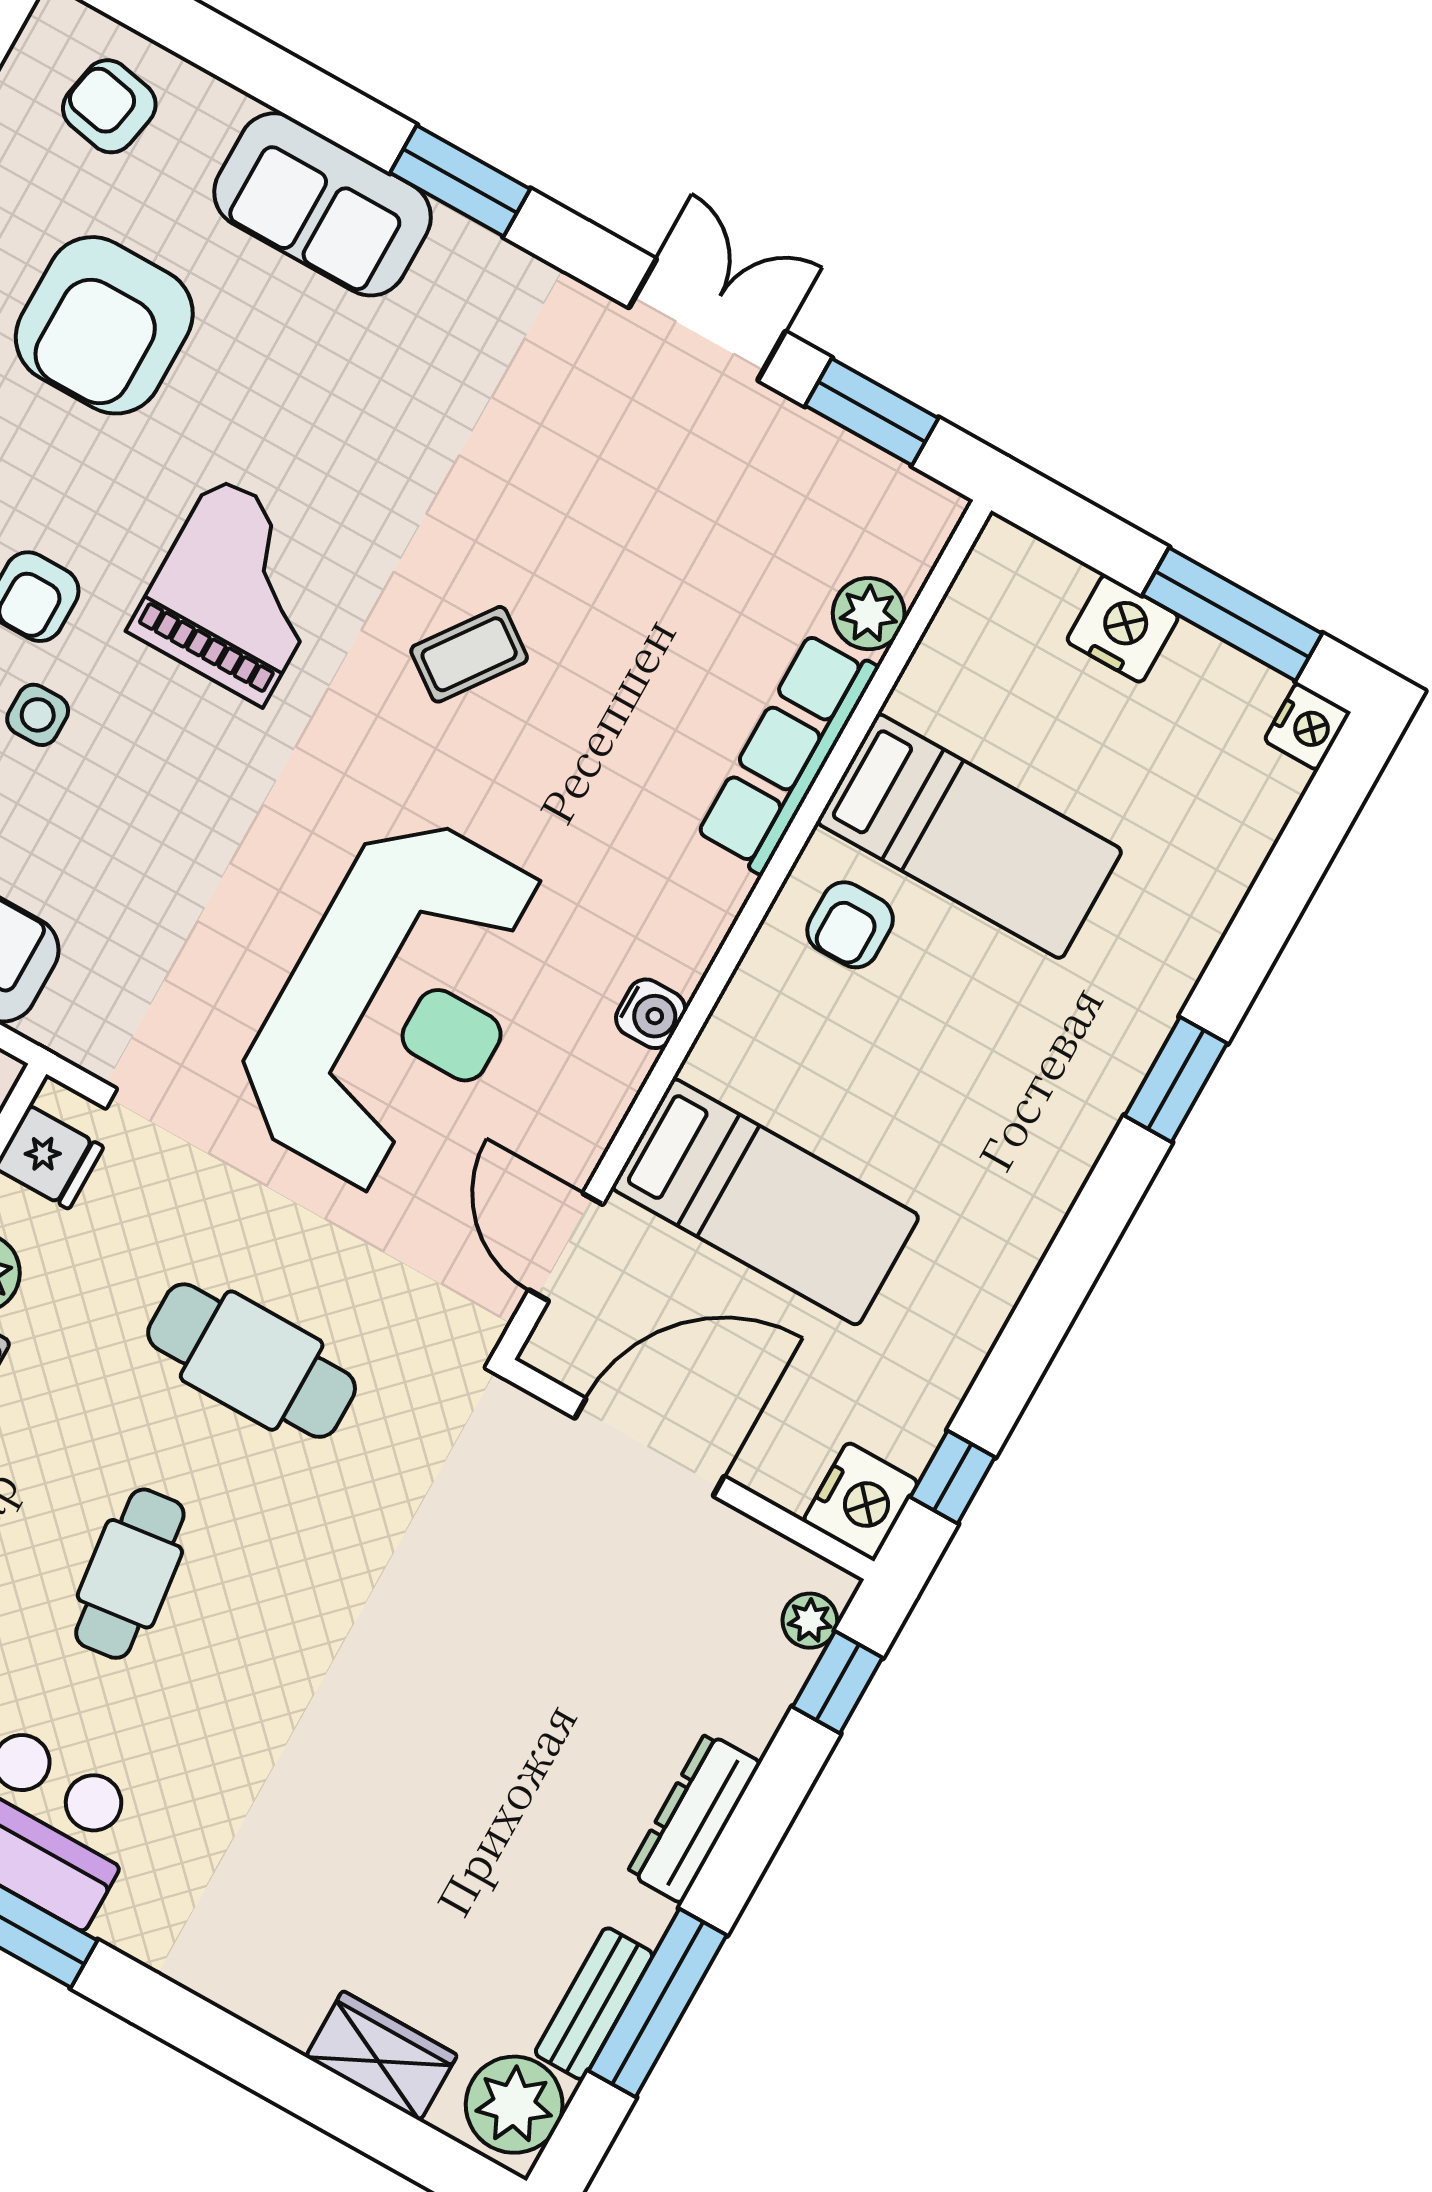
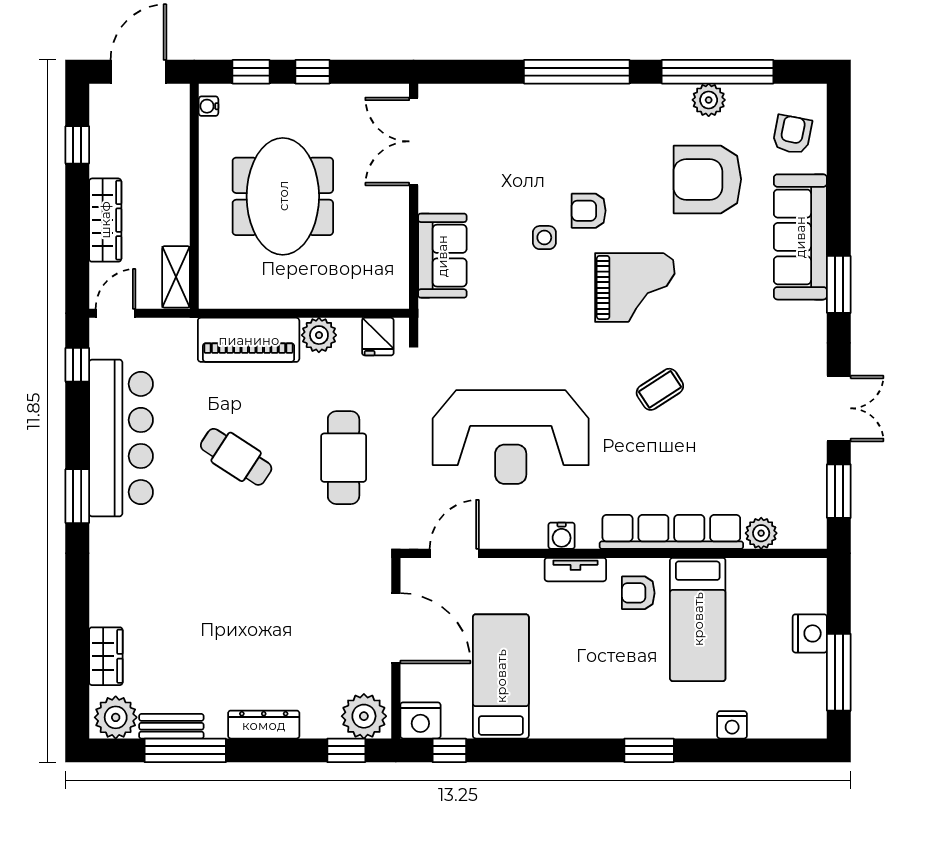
sofa: (323, 204) -> (800, 237), width x1.36
coffee table: (469, 654) -> (660, 389), turned -69
nightstand: (1307, 726) -> (732, 725), moved
row of seats: (787, 753) -> (671, 532), width x1.36
tv unit: (733, 1024) -> (575, 570), added
bed: (765, 1202) -> (501, 676), moved, turned 180
cafe table: (130, 1574) -> (236, 457), turned 40
plant: (810, 1621) -> (364, 716), width x1.87, depth x1.87

